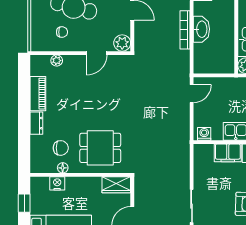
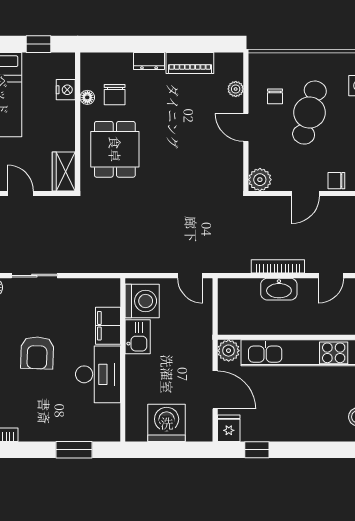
door: (97, 53) -> (246, 127), moved
washing machine: (204, 134) -> (142, 301), width x1.89, depth x1.89

